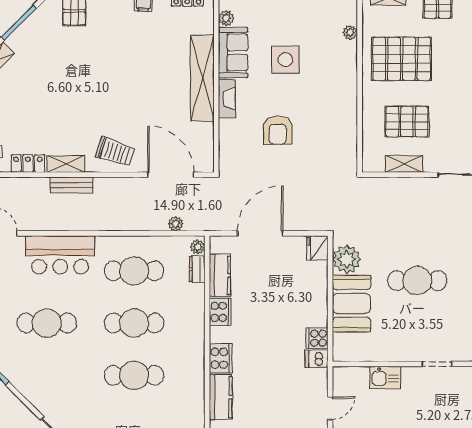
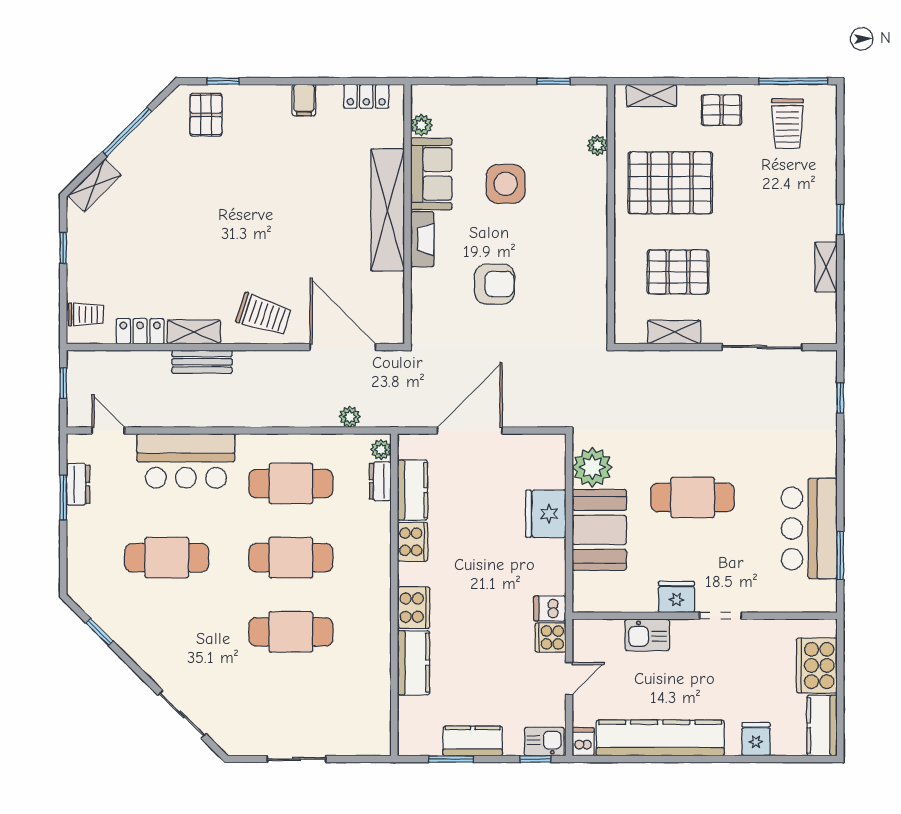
armchair: (278, 130) -> (495, 284), turned -90
fridge: (317, 248) -> (546, 514), moved, width x1.36, depth x1.34
cooker: (317, 338) -> (551, 637), moved
fridge: (406, 351) -> (676, 597), added

